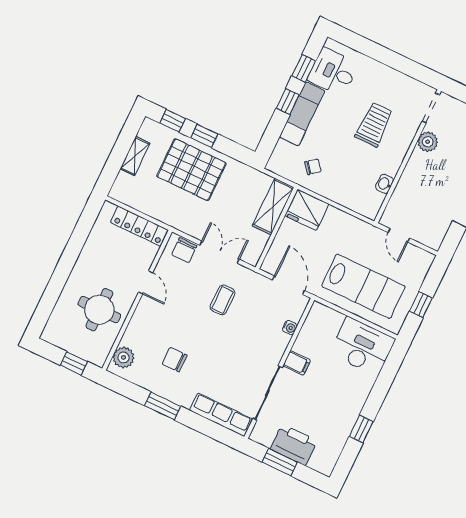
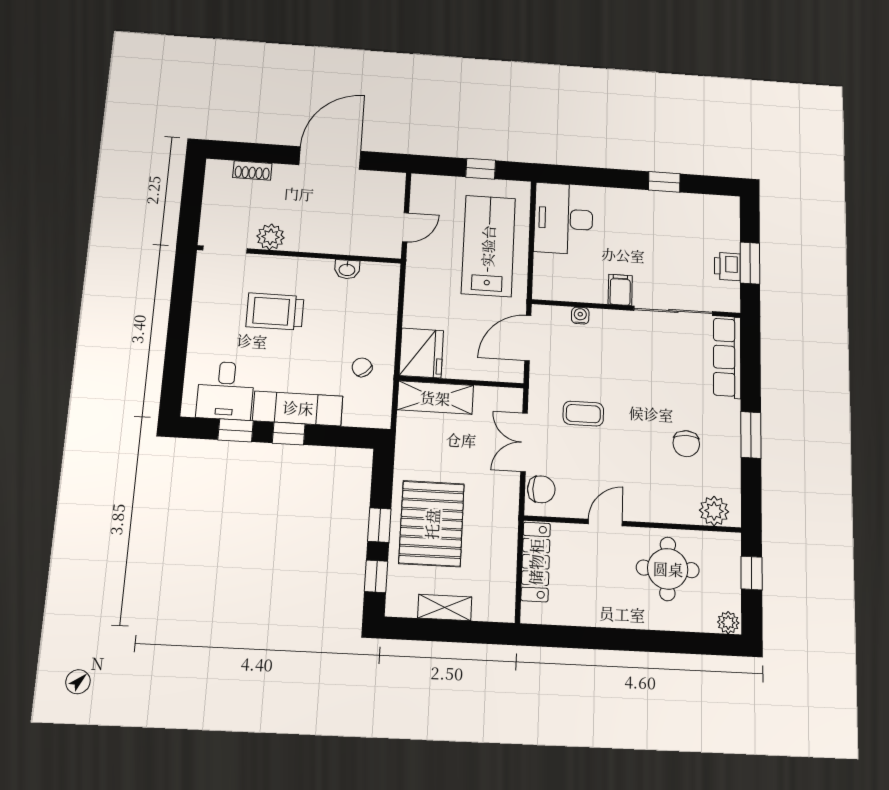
plant: (50, 333) -> (728, 623), added
printer: (294, 445) -> (727, 266), width x0.53, depth x0.68

